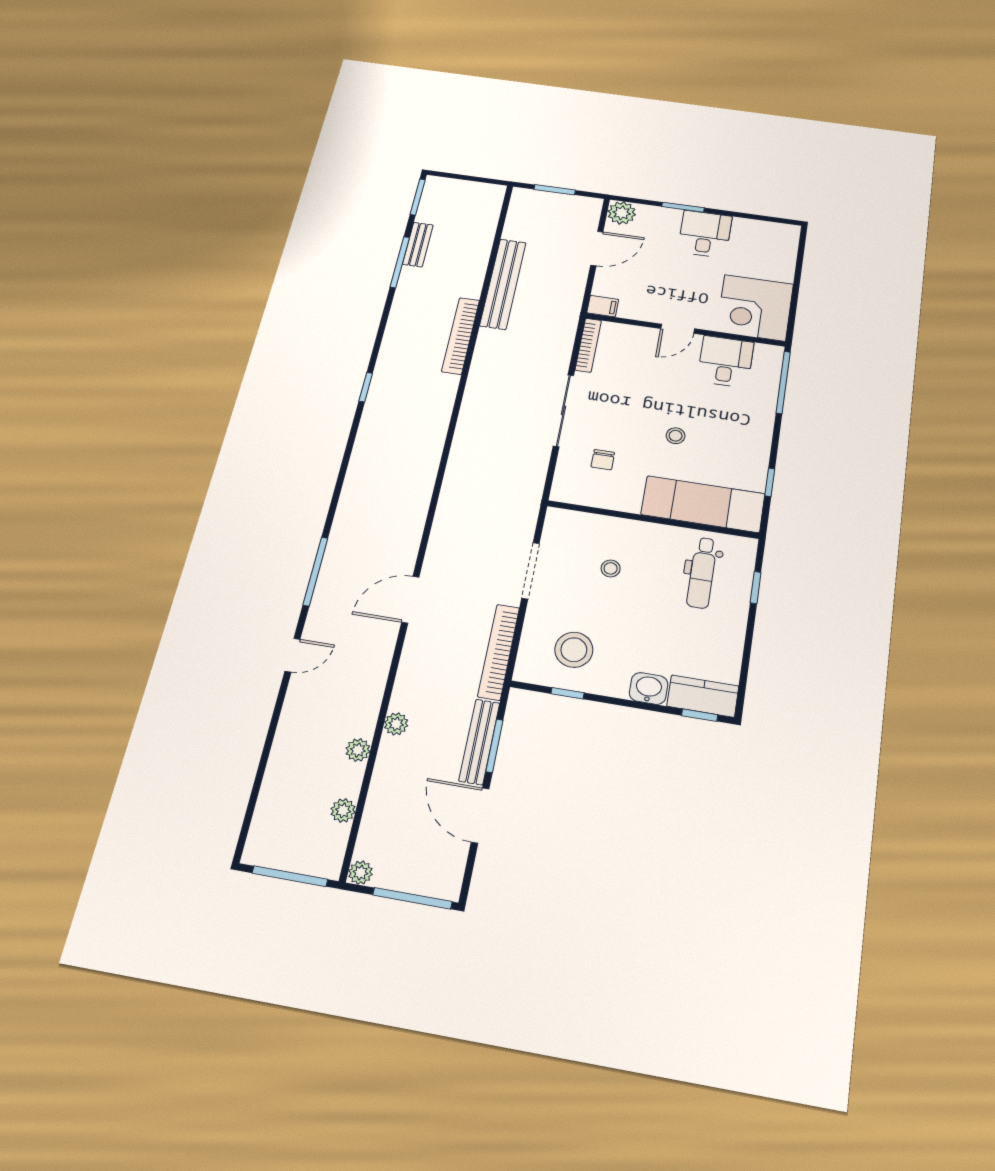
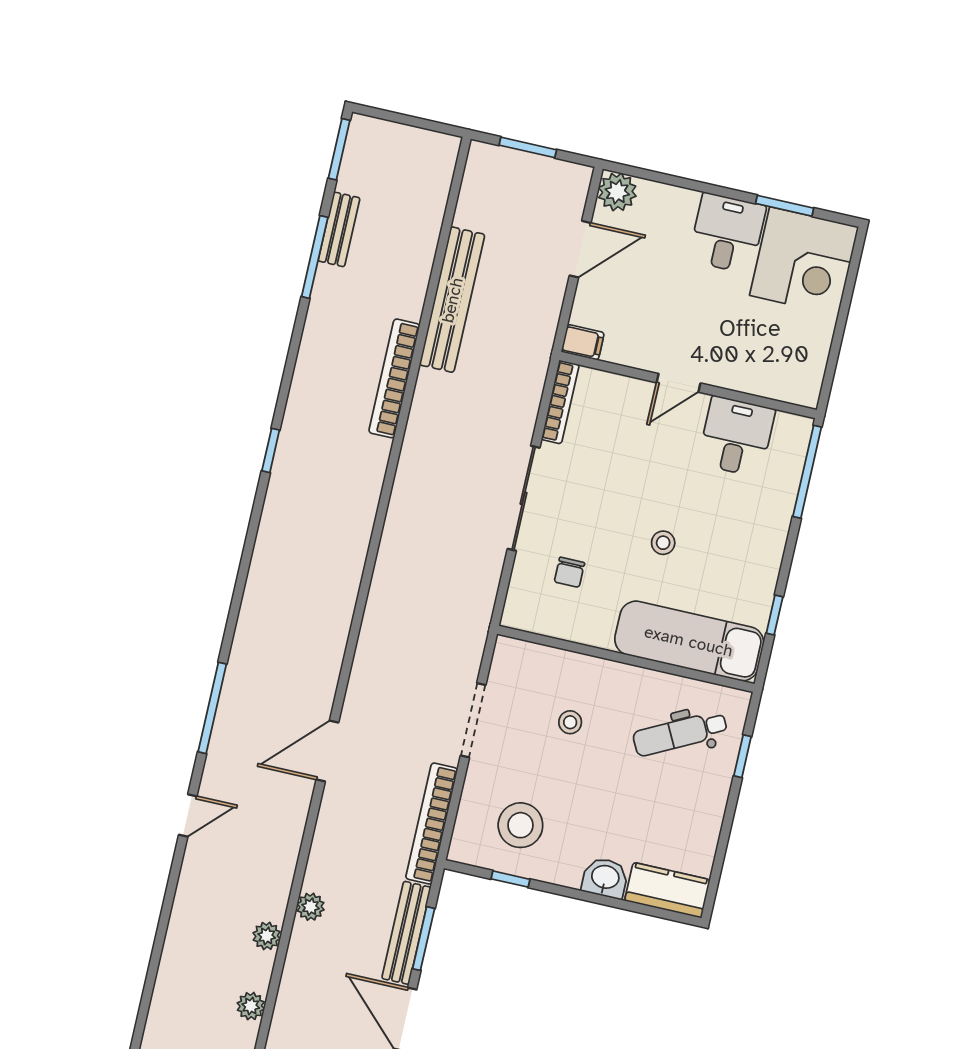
window: (683, 207) -> (785, 206), moved
corner desk: (755, 308) -> (804, 261), moved, turned -90
dental chair: (702, 573) -> (680, 733), turned 63
window: (700, 715) -> (662, 913), removed

